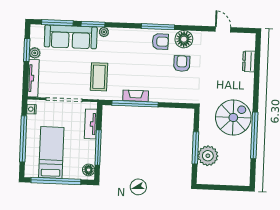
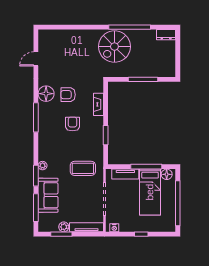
sofa: (71, 37) -> (48, 195), width x0.73
armchair: (160, 42) -> (72, 124), moved
dresser: (249, 61) -> (166, 35), moved
fireplace: (136, 96) -> (98, 104), moved
window: (135, 104) -> (106, 135), width x0.47
spiral stairs: (233, 117) -> (114, 47), turned -90
window: (23, 139) -> (141, 234), width x0.32
bed: (51, 152) -> (150, 192), moved, turned -90
plant: (208, 156) -> (150, 68), removed

